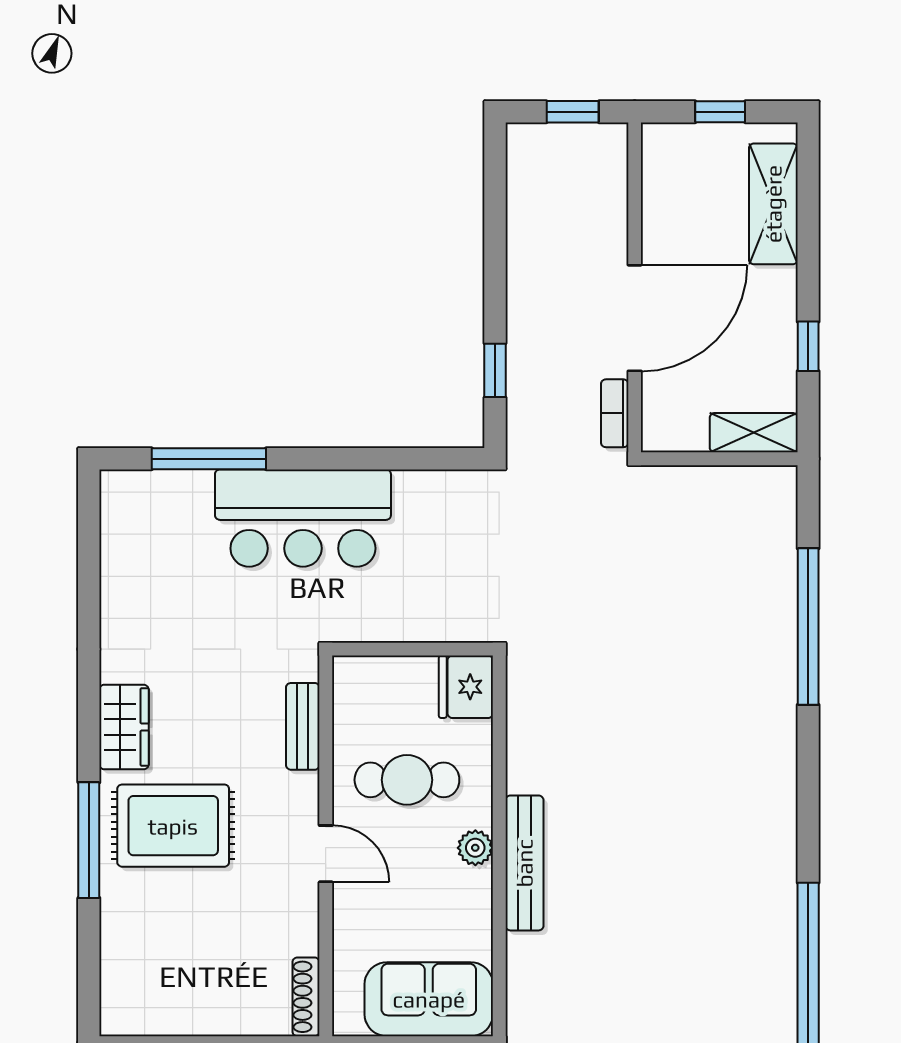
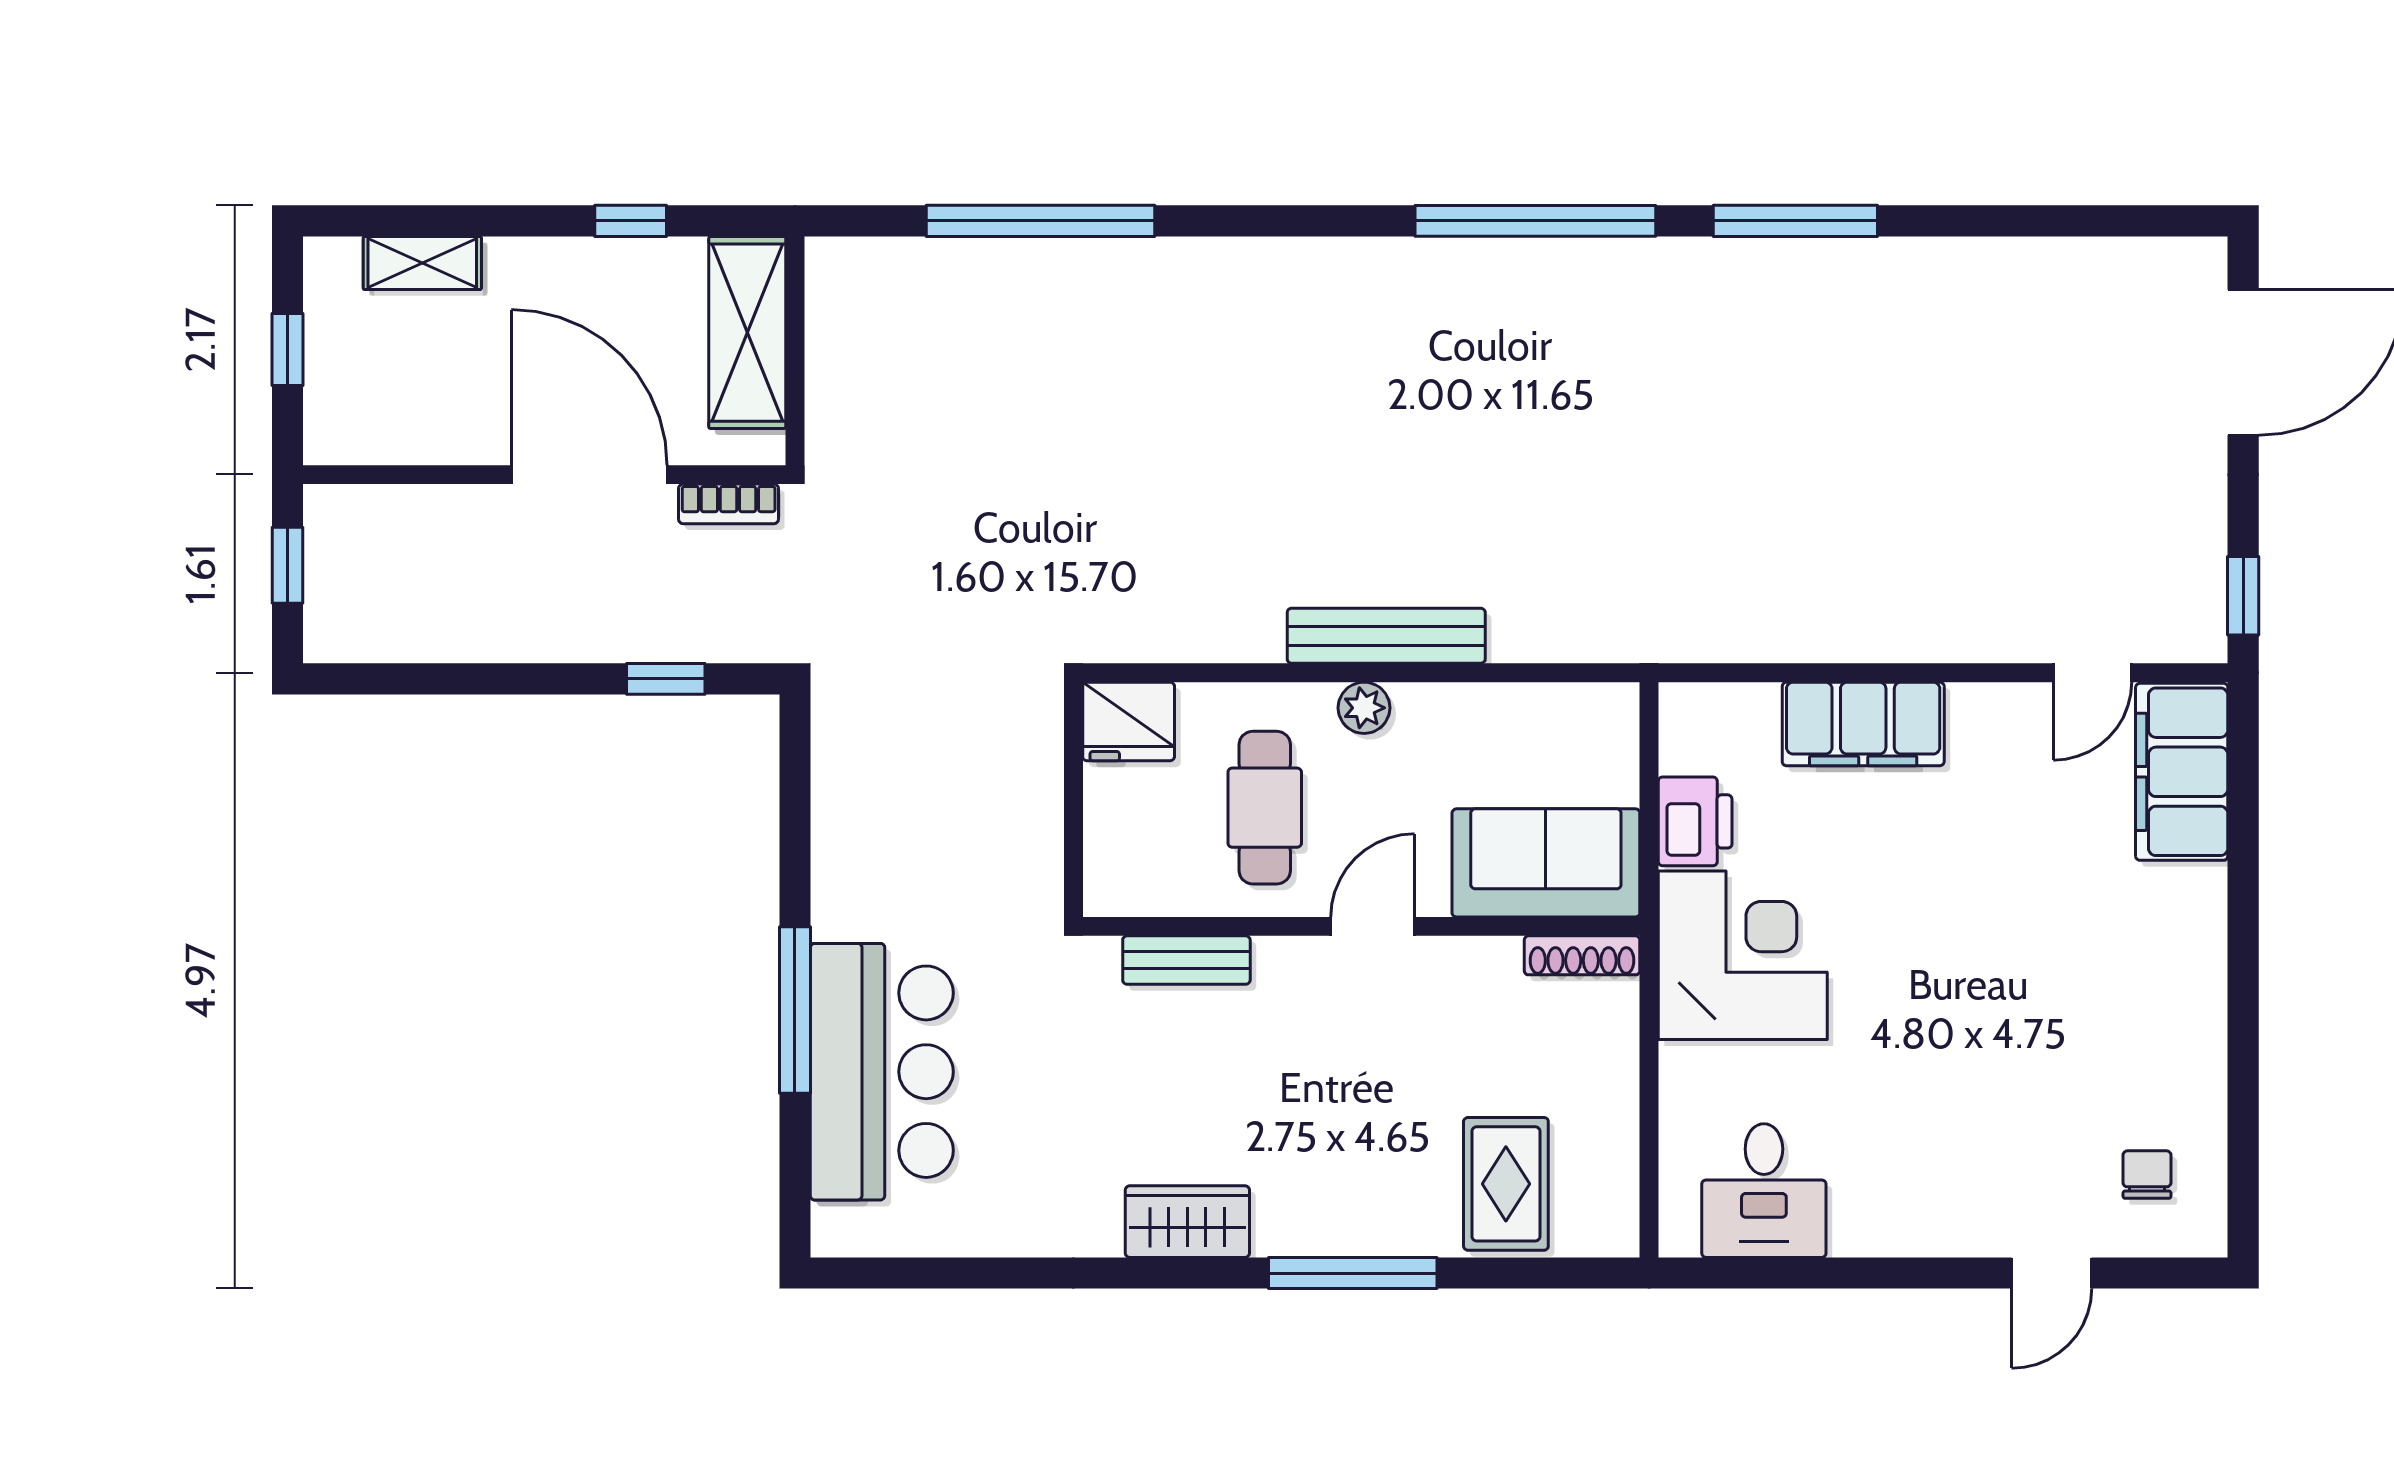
shelving: (773, 204) -> (422, 263), width x0.67, depth x0.75
shelving: (754, 433) -> (747, 333), width x1.50, depth x1.33
window: (209, 459) -> (795, 1010), moved
bar counter: (303, 518) -> (882, 1072), moved
rug: (173, 826) -> (1506, 1184), moved, width x0.73, depth x0.70
sofa: (429, 999) -> (1546, 863), moved, turned 90

